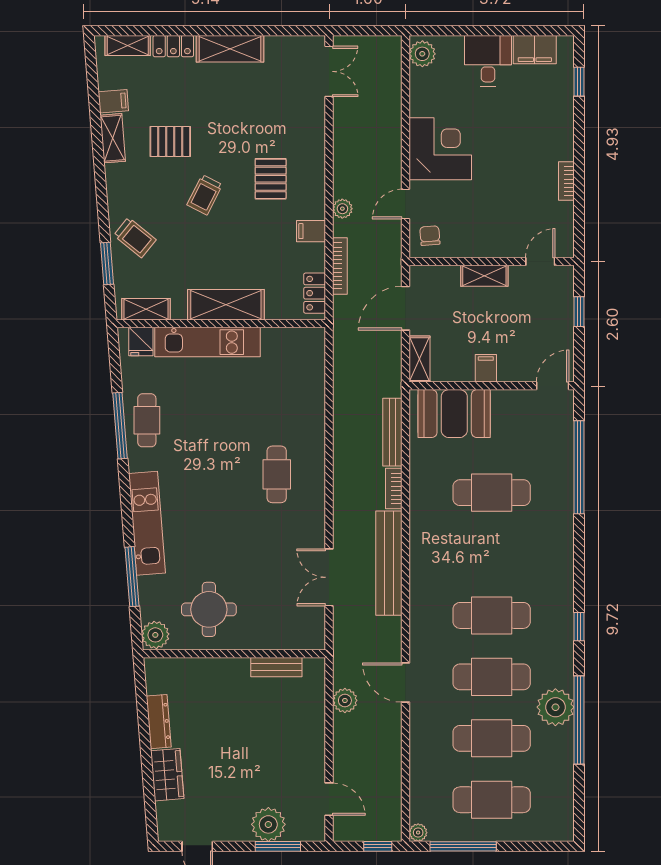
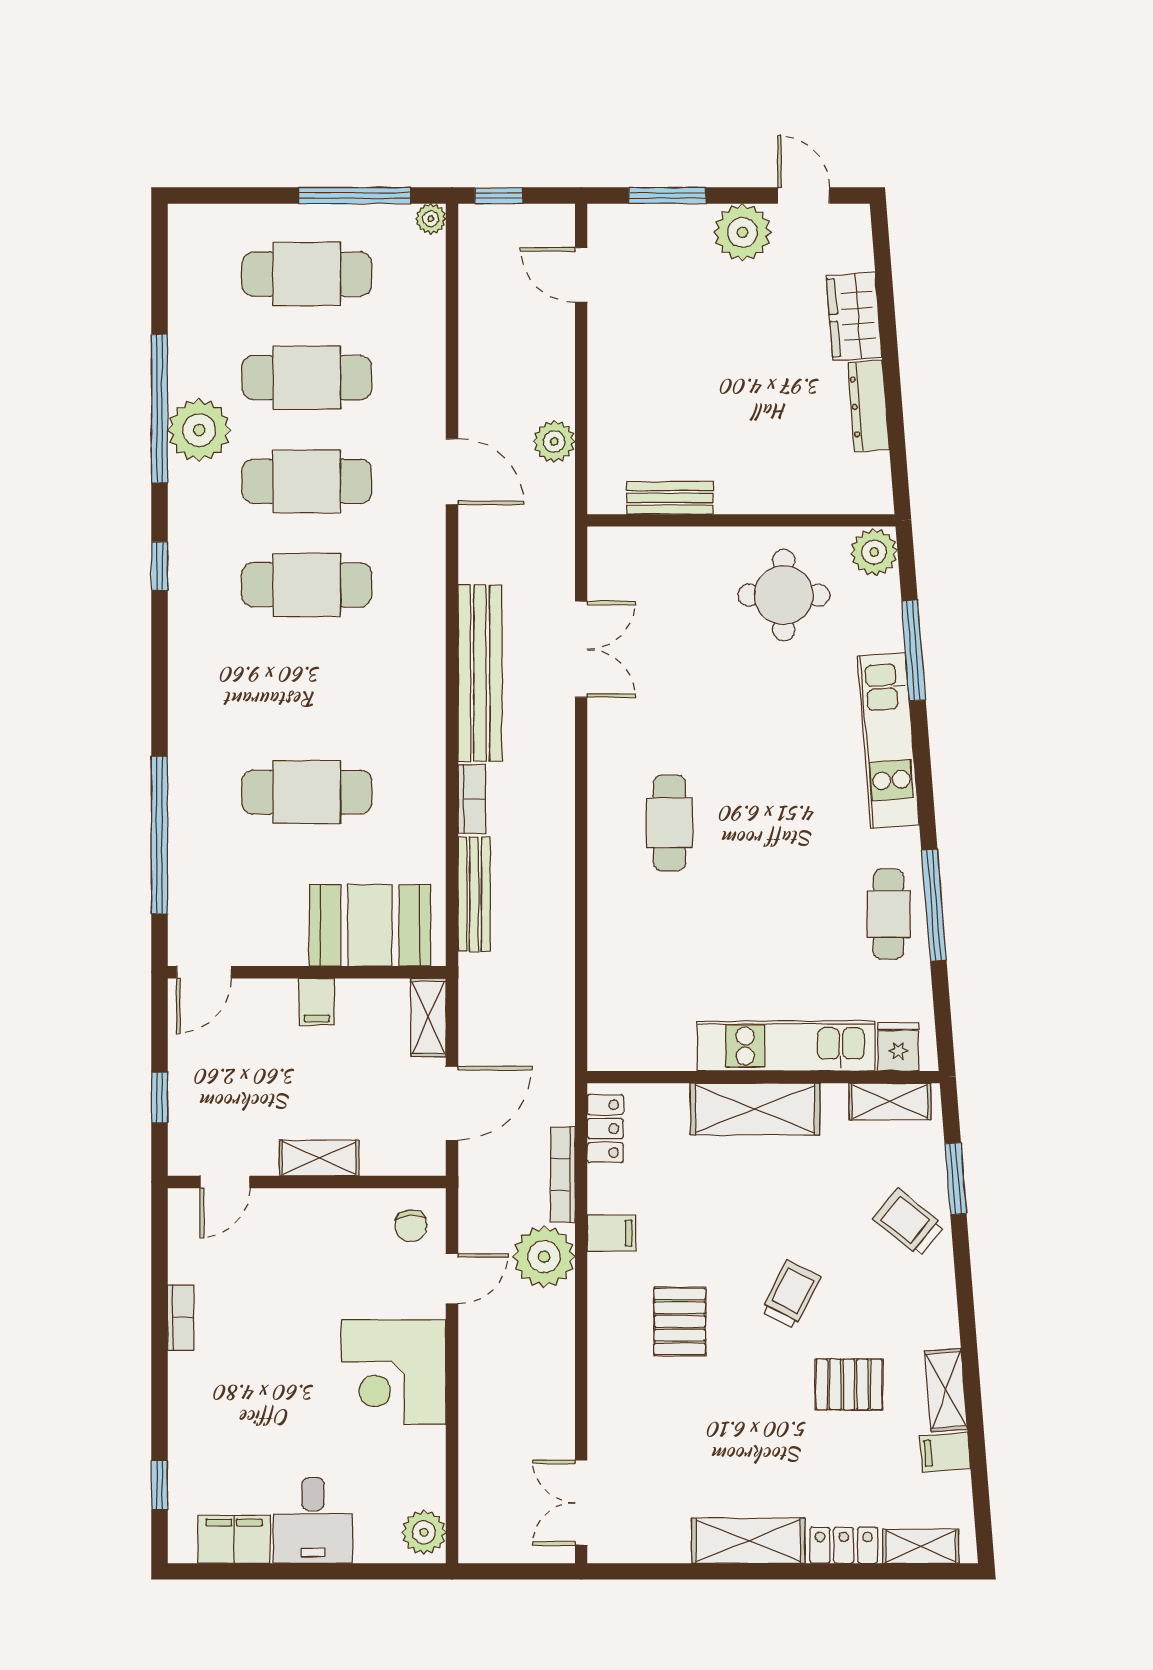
plant: (342, 209) -> (544, 1257), width x1.87, depth x1.87
plant: (268, 824) -> (743, 232), moved

